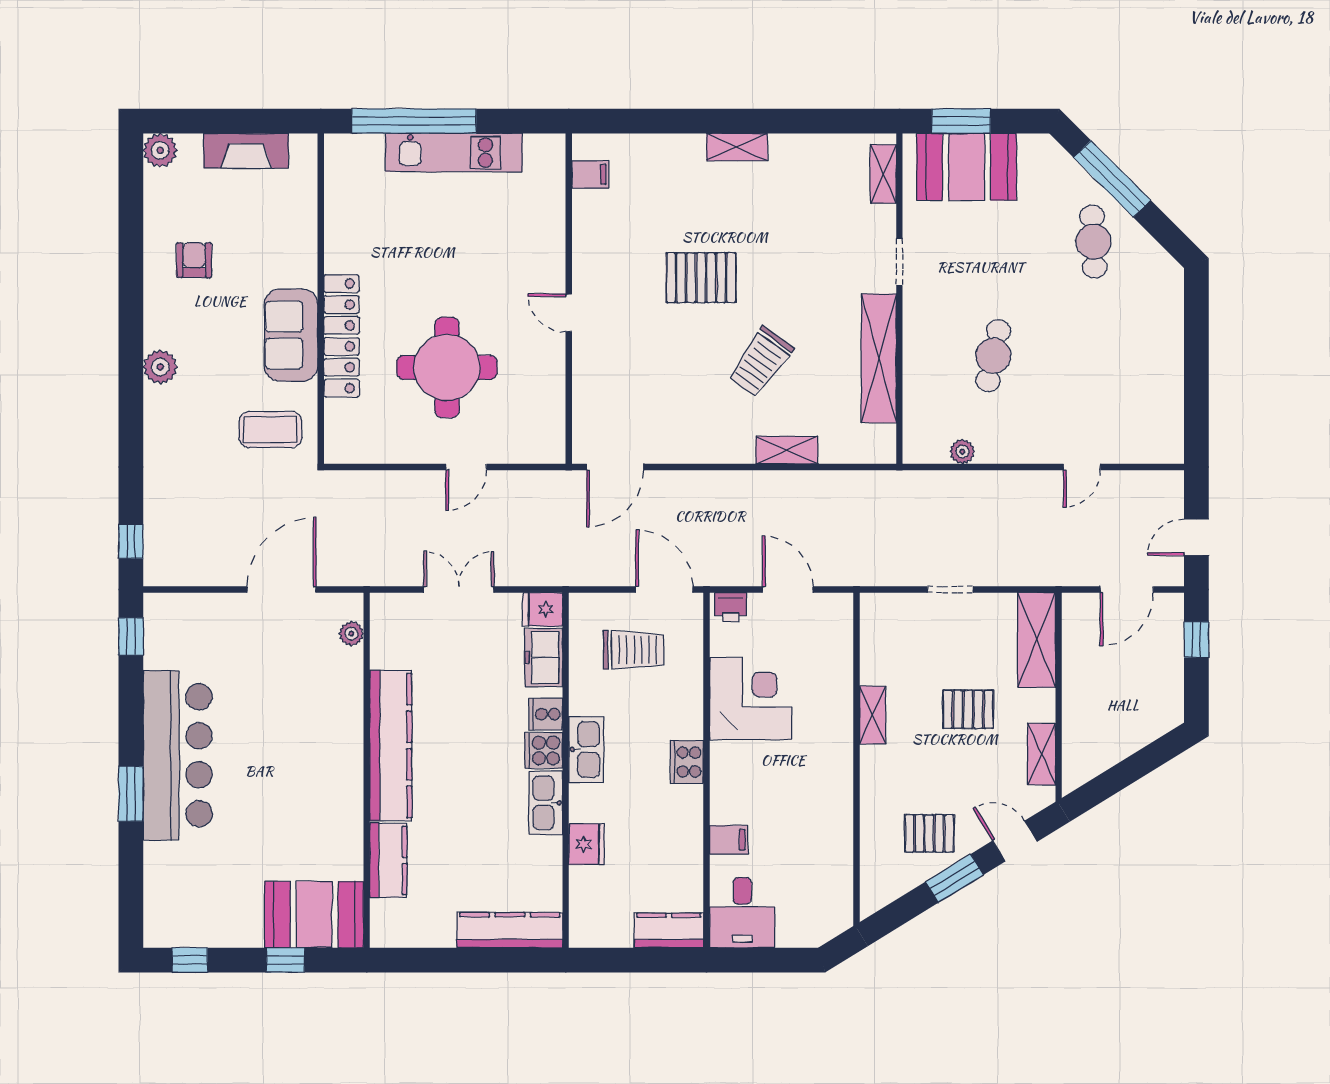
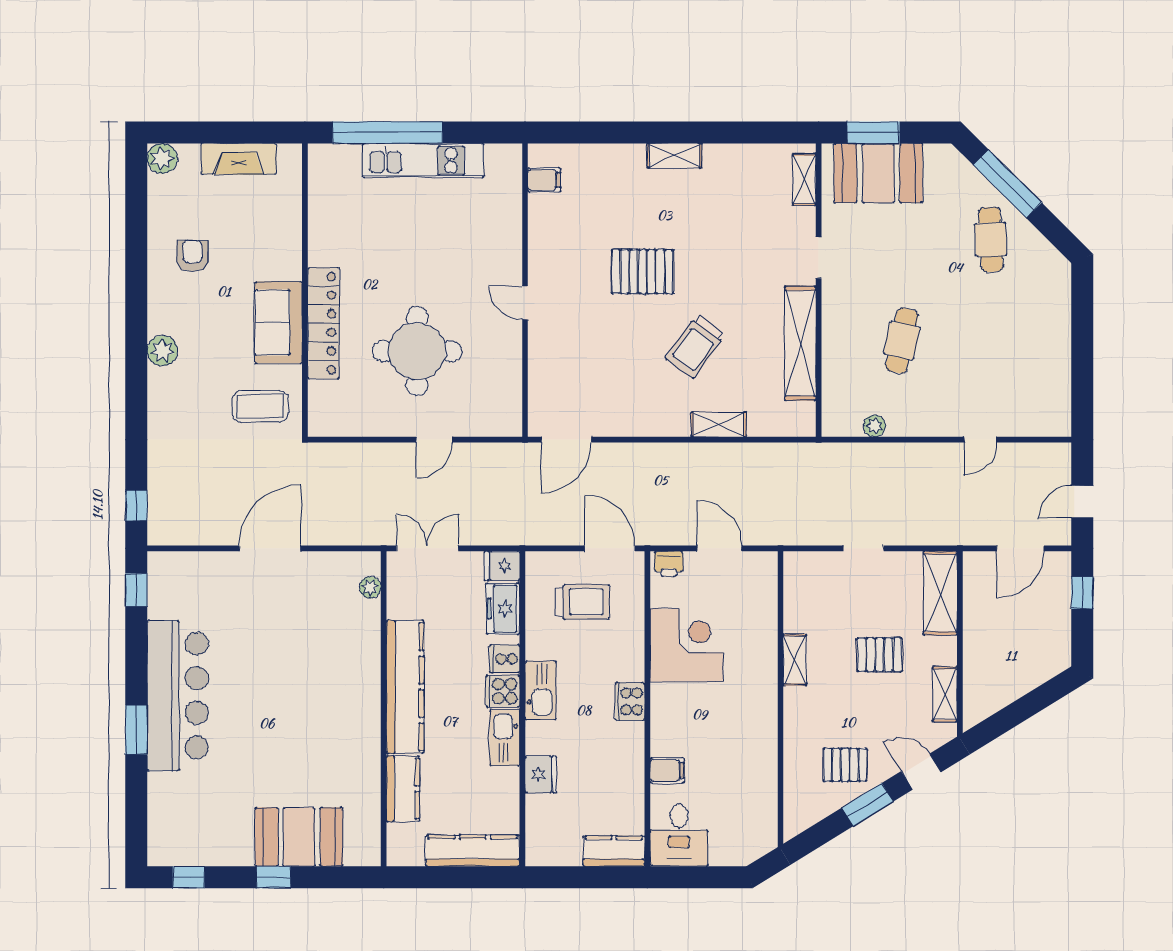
plant: (351, 634) -> (370, 587), moved
kitchen counter: (391, 746) -> (405, 687), moved
wall: (367, 770) -> (384, 709), moved
kitchen counter: (388, 860) -> (403, 789), moved

